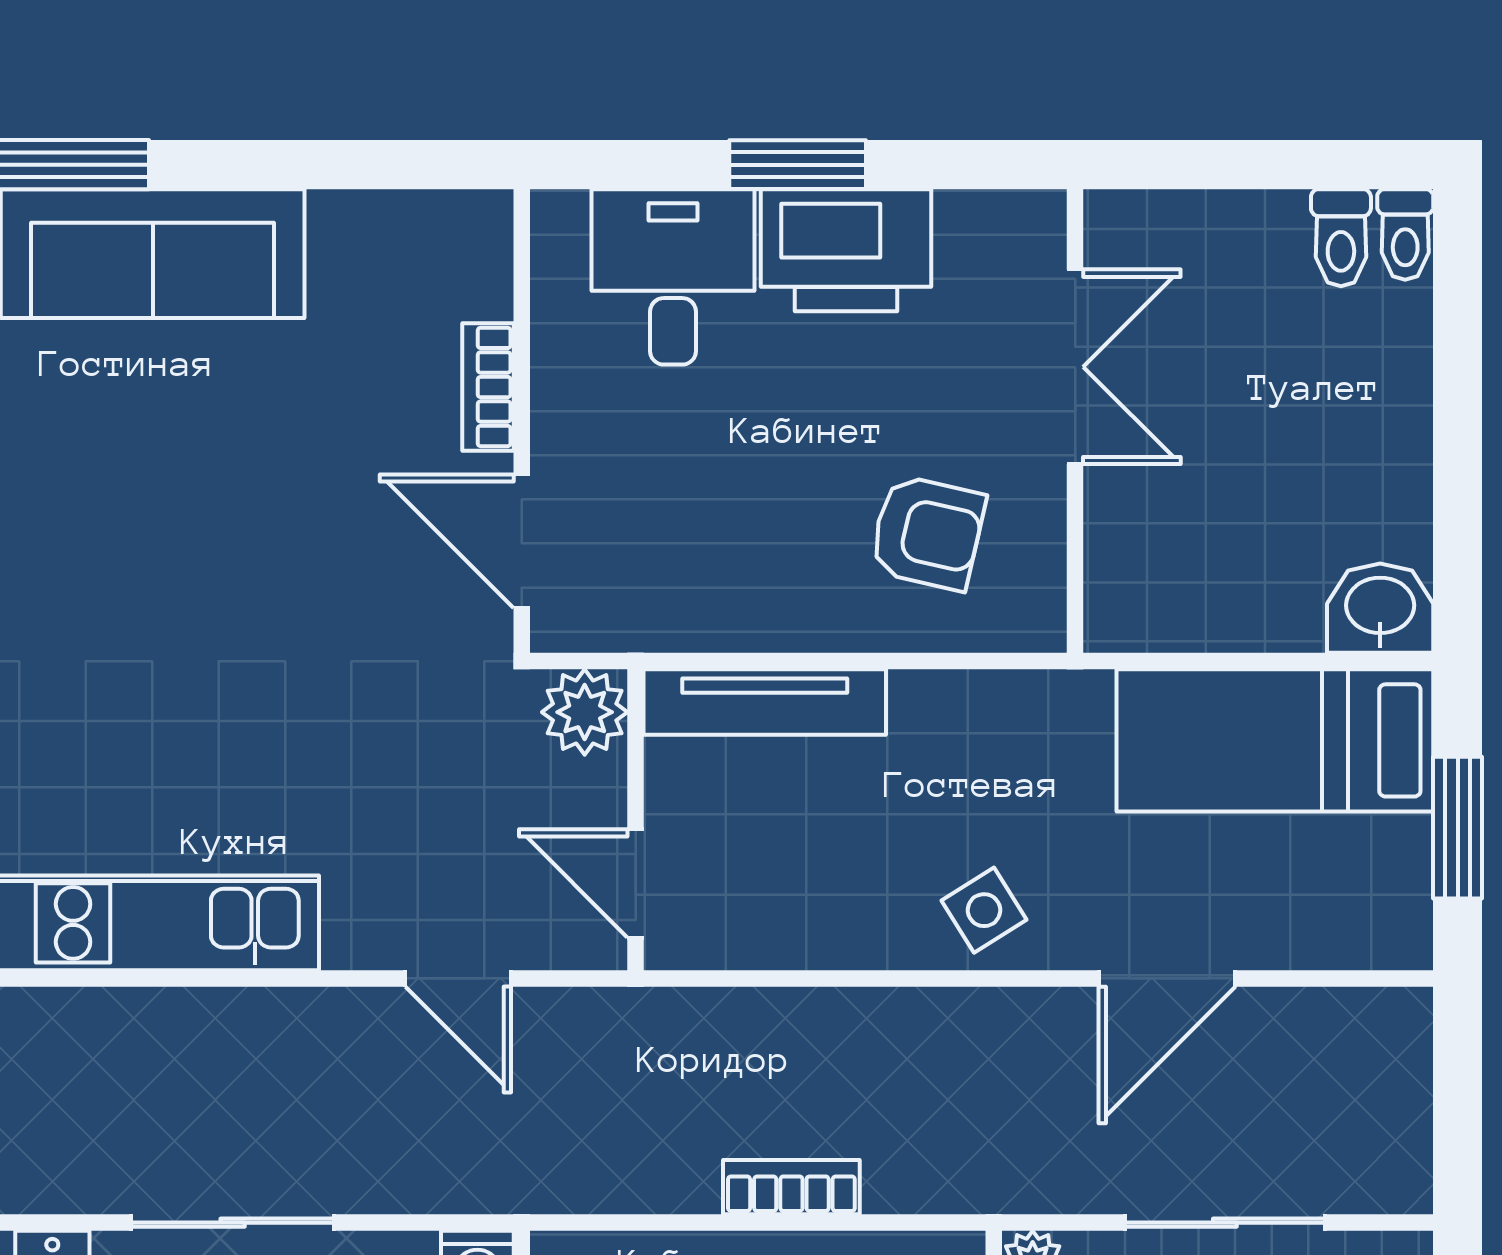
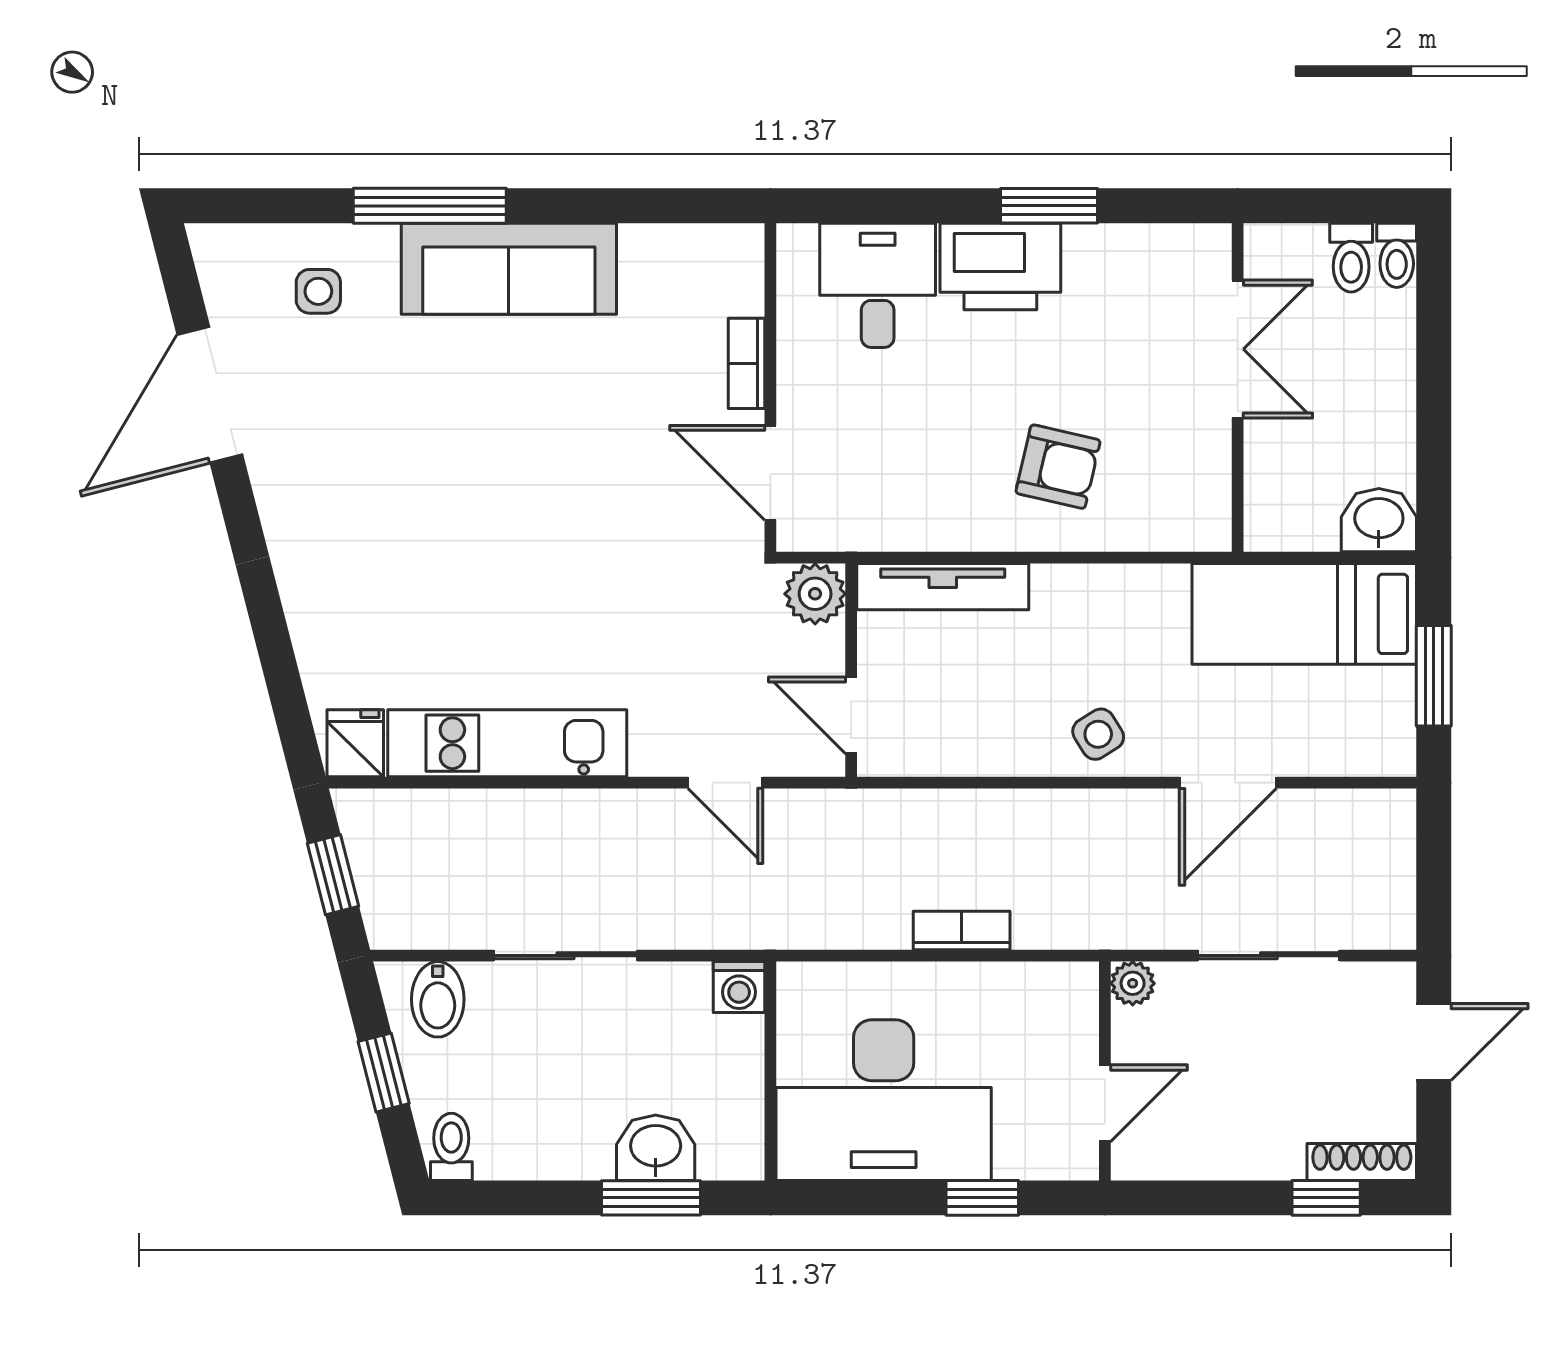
window: (798, 165) -> (1049, 206), moved
double door: (1075, 367) -> (1238, 349), moved
wall: (1075, 421) -> (1238, 387), moved

